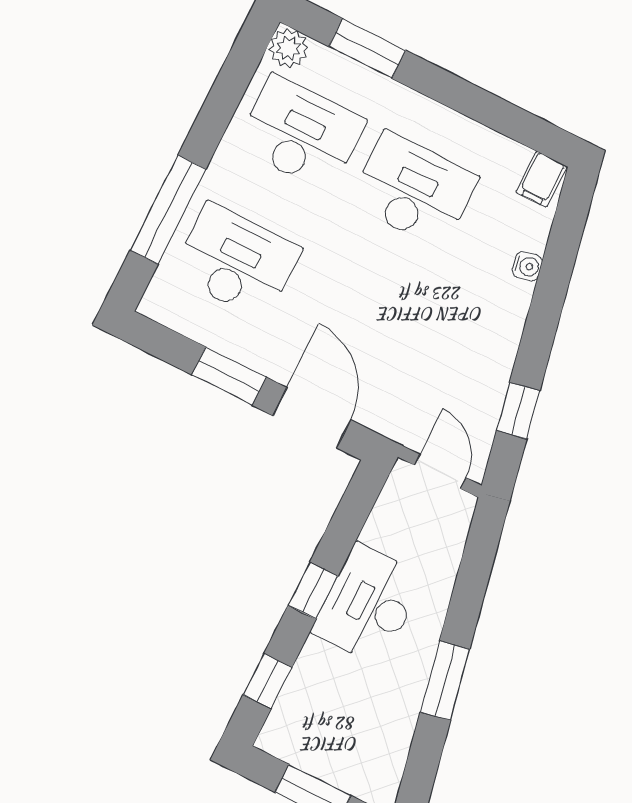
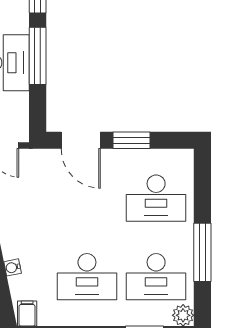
window: (168, 210) -> (202, 252), moved
window: (313, 591) -> (38, 56), width x2.17

